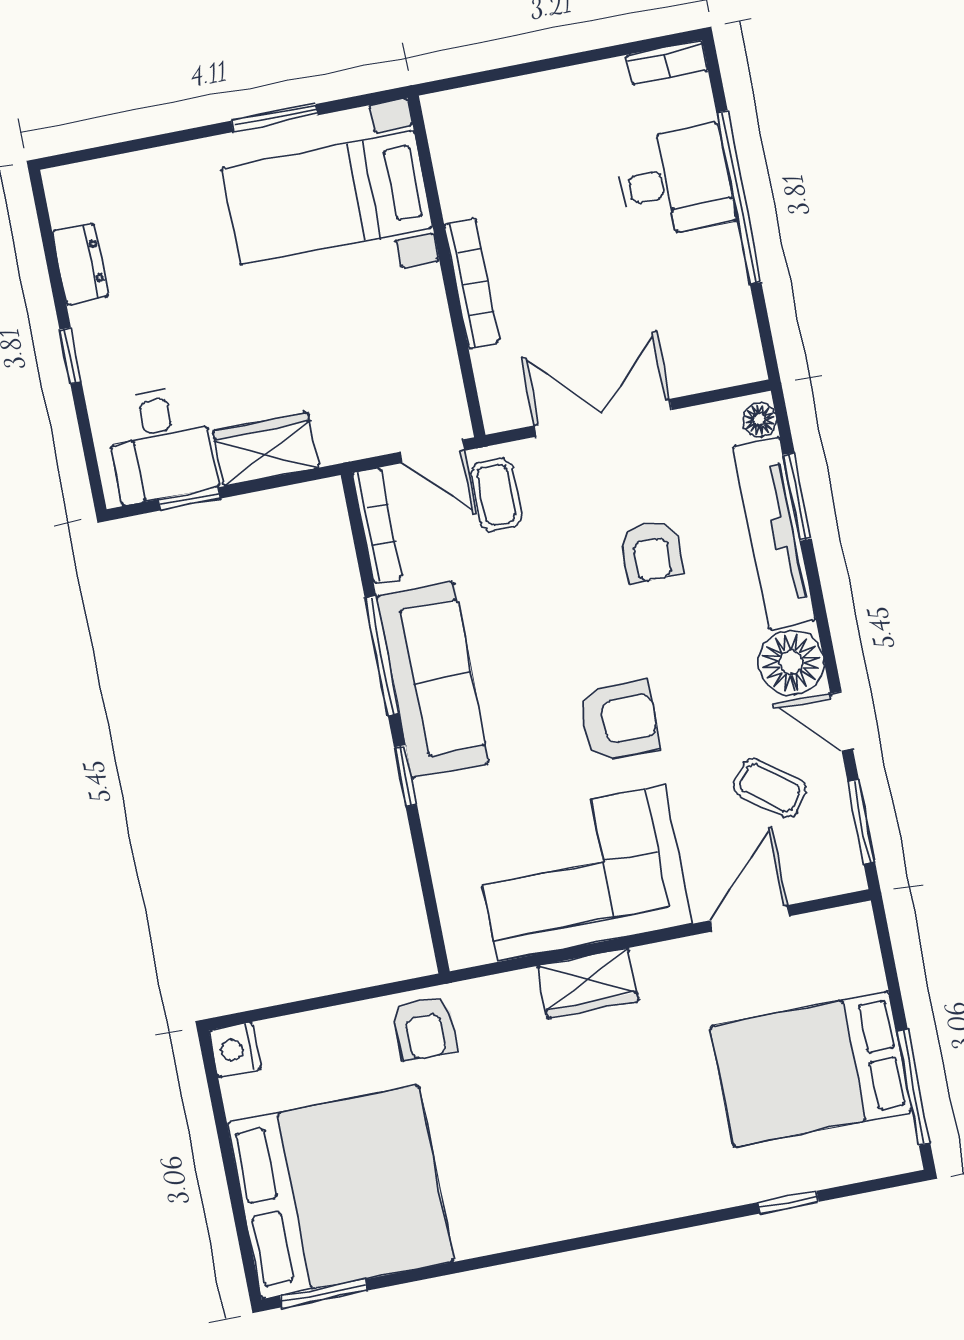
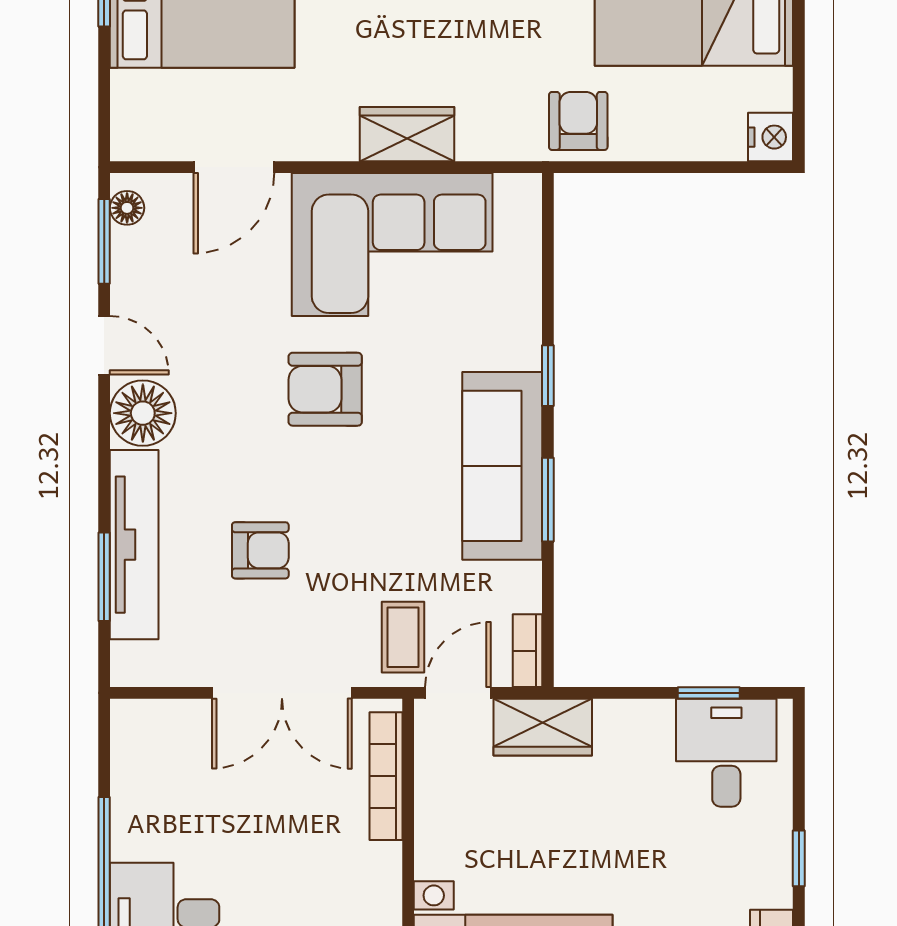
bookcase: (472, 283) -> (386, 776), moved
floor lamp: (759, 420) -> (127, 208), moved
wardrobe: (266, 449) -> (543, 727), moved
door: (432, 451) -> (458, 693), hinge flipped
bookcase: (377, 525) -> (528, 651), width x0.64
armchair: (651, 552) -> (260, 550), turned 90
window: (382, 656) -> (548, 500), width x0.69
coffee table: (770, 788) -> (188, 293), removed

